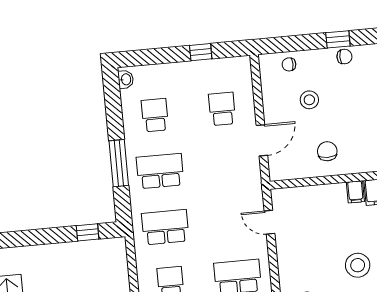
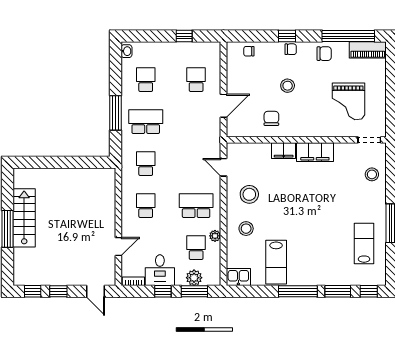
stool: (309, 100) -> (288, 86), moved
filing cabinet: (355, 192) -> (284, 151), width x2.00
school desk: (165, 227) -> (146, 164), width x0.54
window: (88, 232) -> (88, 162), removed
stool: (358, 265) -> (249, 194), moved

